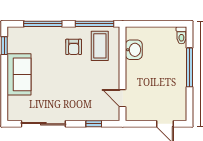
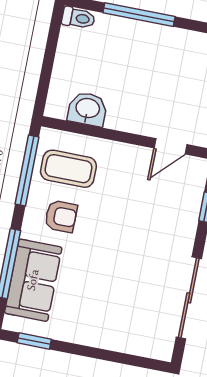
sofa: (19, 74) -> (33, 280), moved, turned 90

